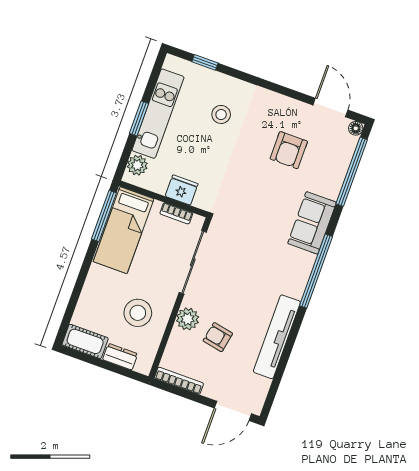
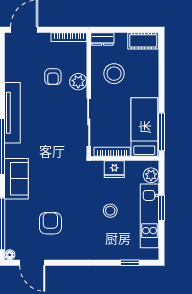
stool: (221, 114) -> (110, 211), moved
bookcase: (176, 213) -> (112, 152), width x1.56
armchair: (218, 337) -> (53, 77), turned 79
tv unit: (277, 337) -> (12, 113), moved
dresser: (120, 357) -> (102, 39), moved

